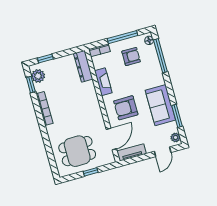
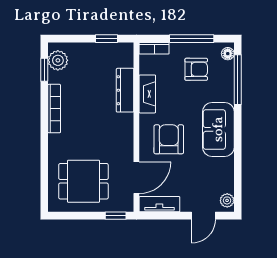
window: (45, 58) -> (107, 39), moved
dresser: (83, 66) -> (125, 90), moved
sofa: (160, 105) -> (218, 129), moved
armchair: (126, 108) -> (169, 139), turned 90
window: (177, 116) -> (238, 171), removed
window: (91, 172) -> (116, 216), moved

